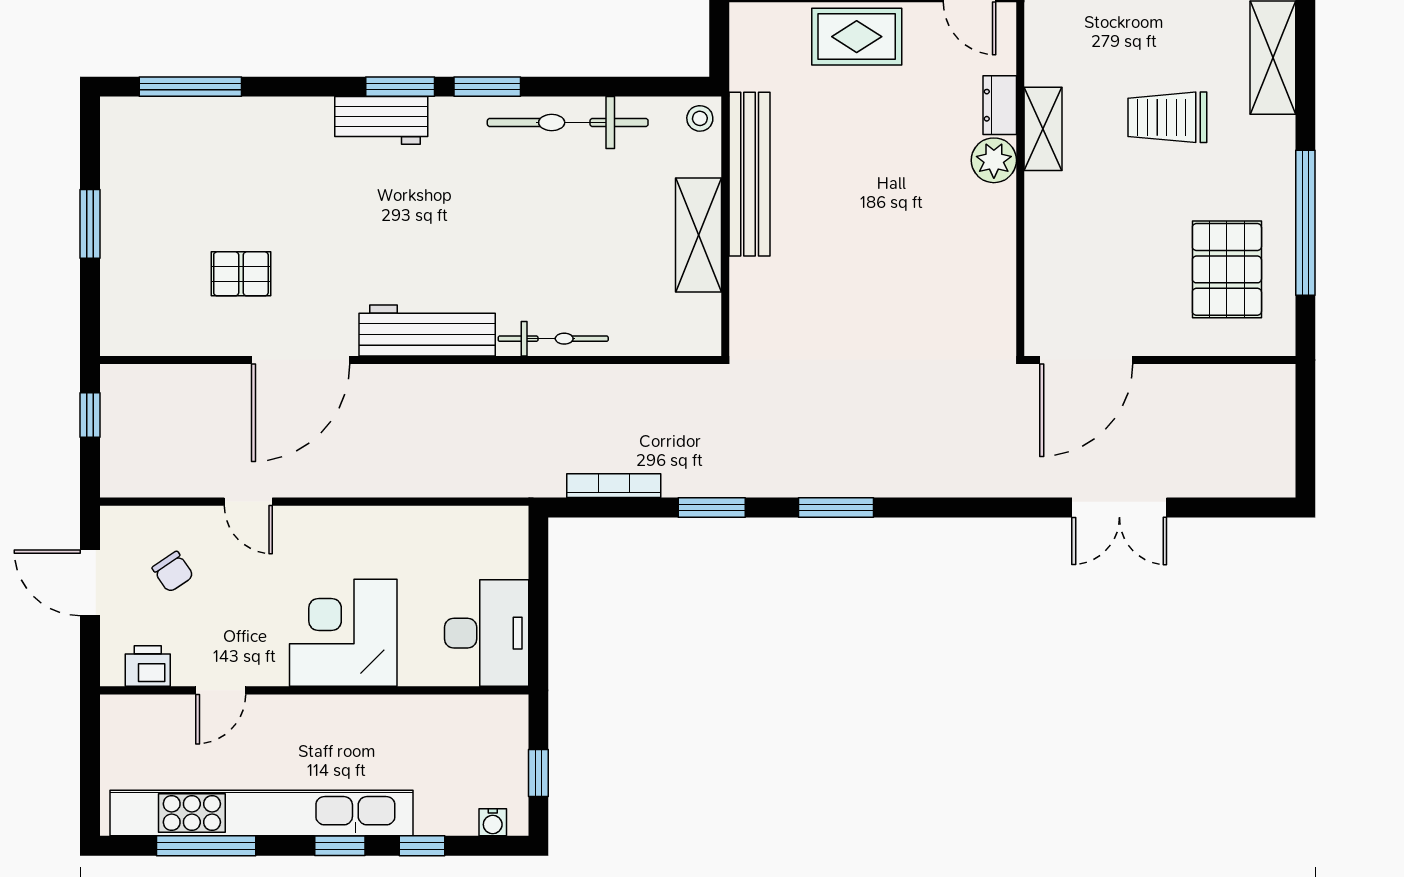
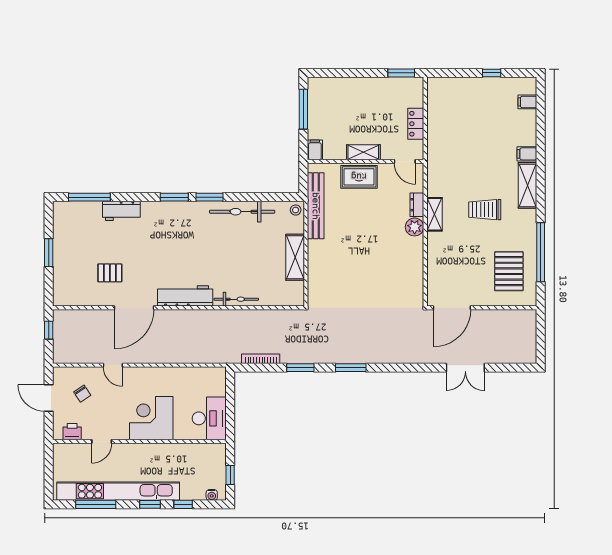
workbench: (381, 120) -> (121, 211), moved
bench: (750, 174) -> (316, 206), moved

